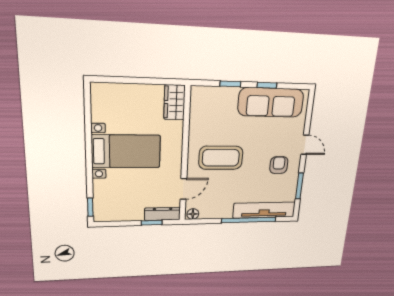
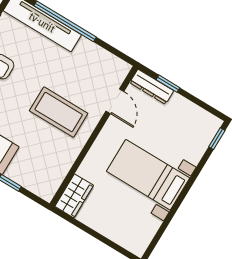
door: (183, 189) -> (115, 101), swing flipped
floor lamp: (193, 214) -> (121, 67), removed

